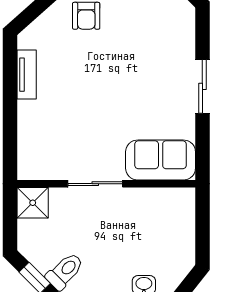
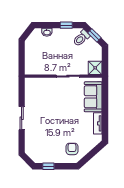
sofa: (161, 160) -> (93, 97), moved, turned 90

